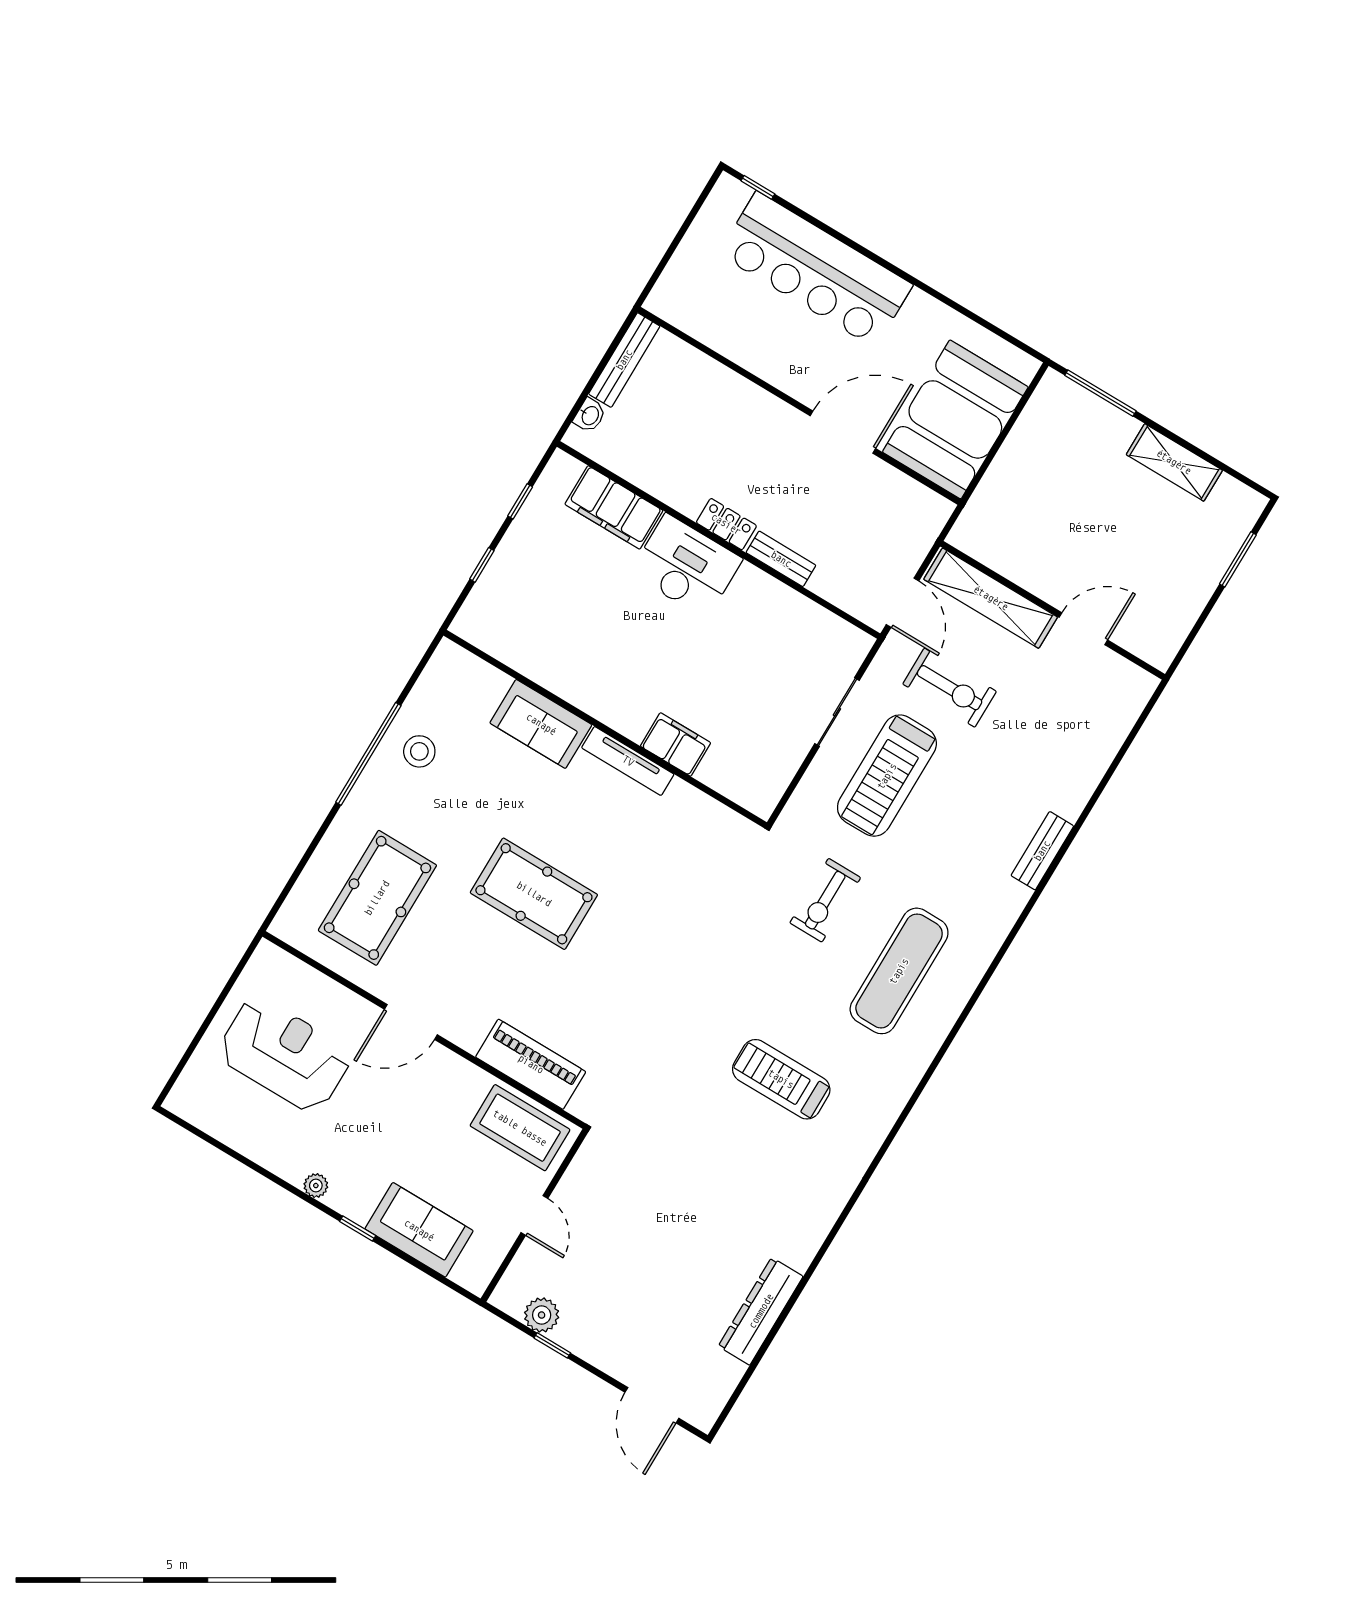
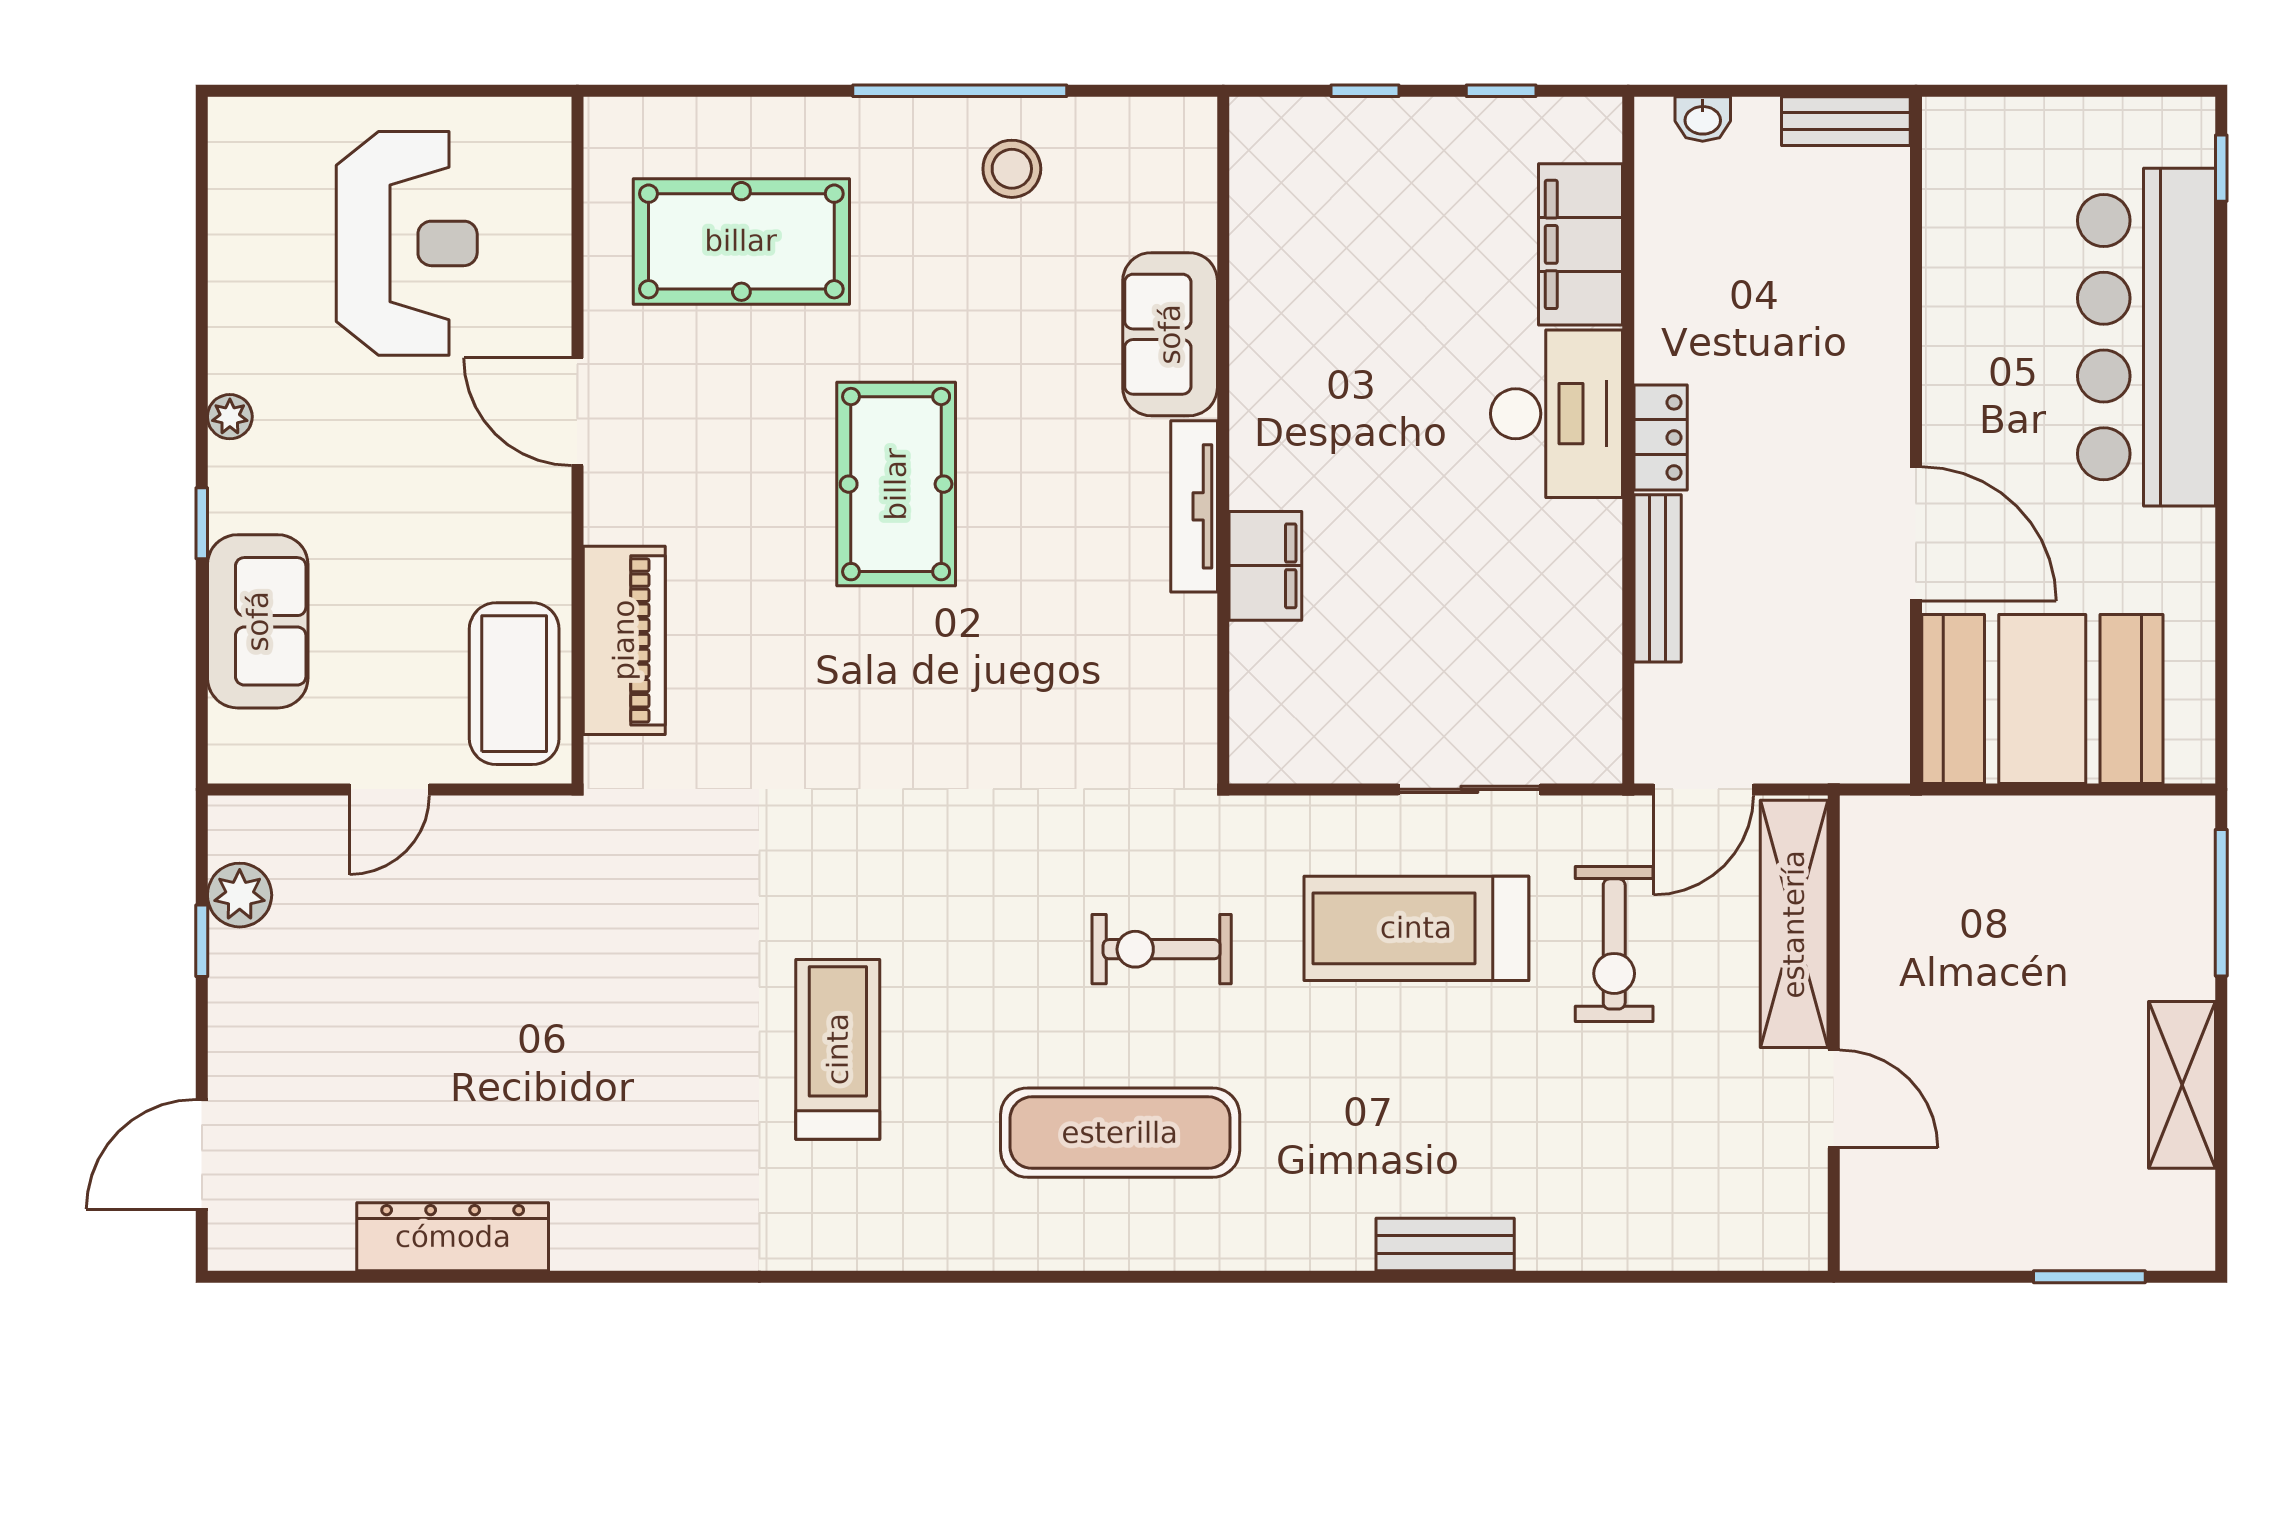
bench: (624, 360) -> (1846, 121), width x0.73
bench: (781, 559) -> (1658, 578), width x1.36

